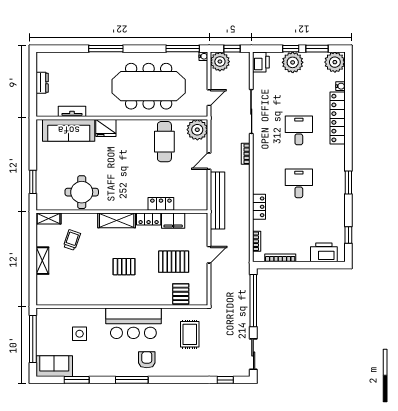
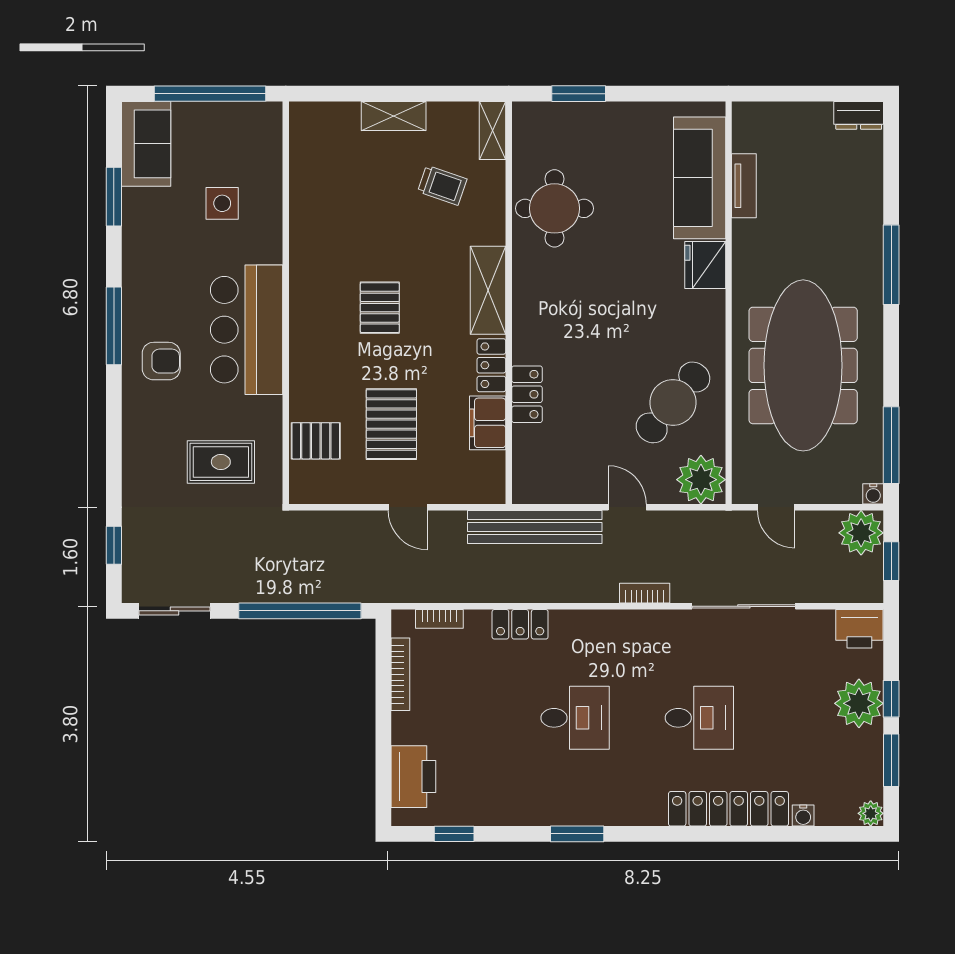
plant: (335, 62) -> (871, 813), width x0.53, depth x0.53
dresser: (42, 83) -> (859, 115), moved
cafe table: (164, 142) -> (673, 402), turned -50

